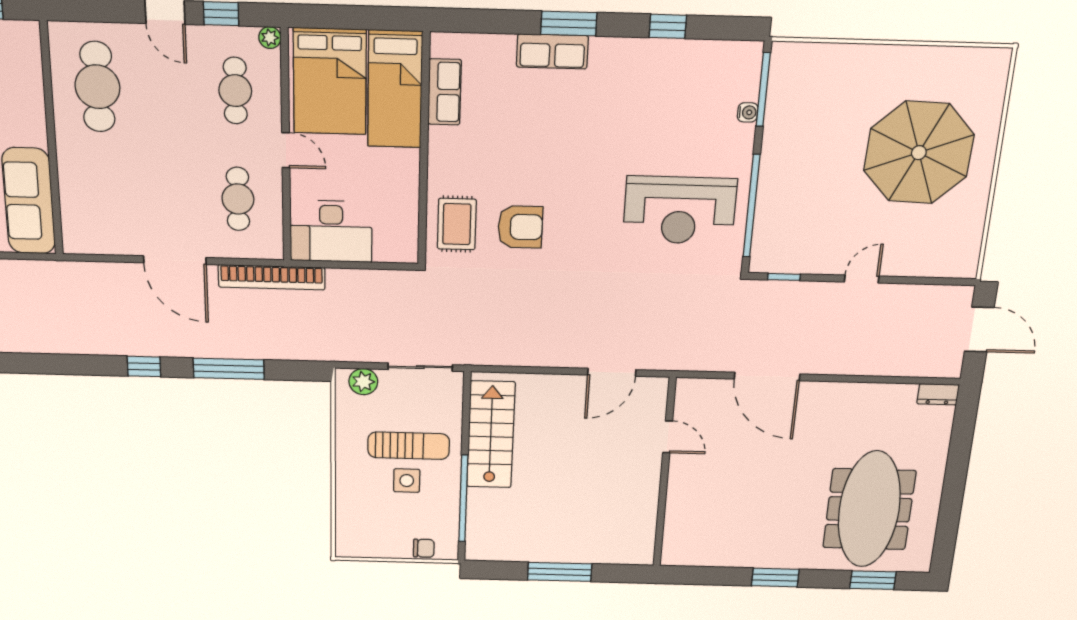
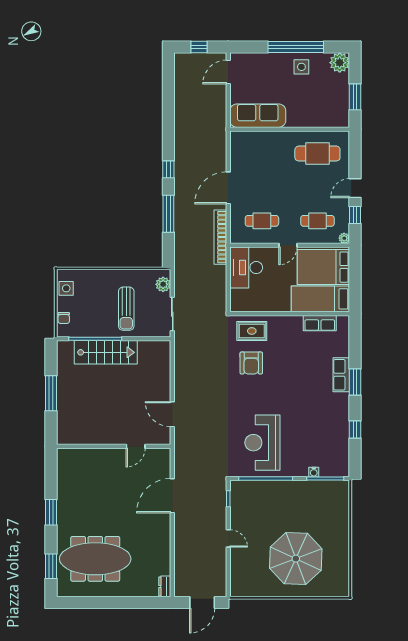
stairs: (491, 435) -> (106, 352), moved
side table: (407, 481) -> (66, 288), moved

